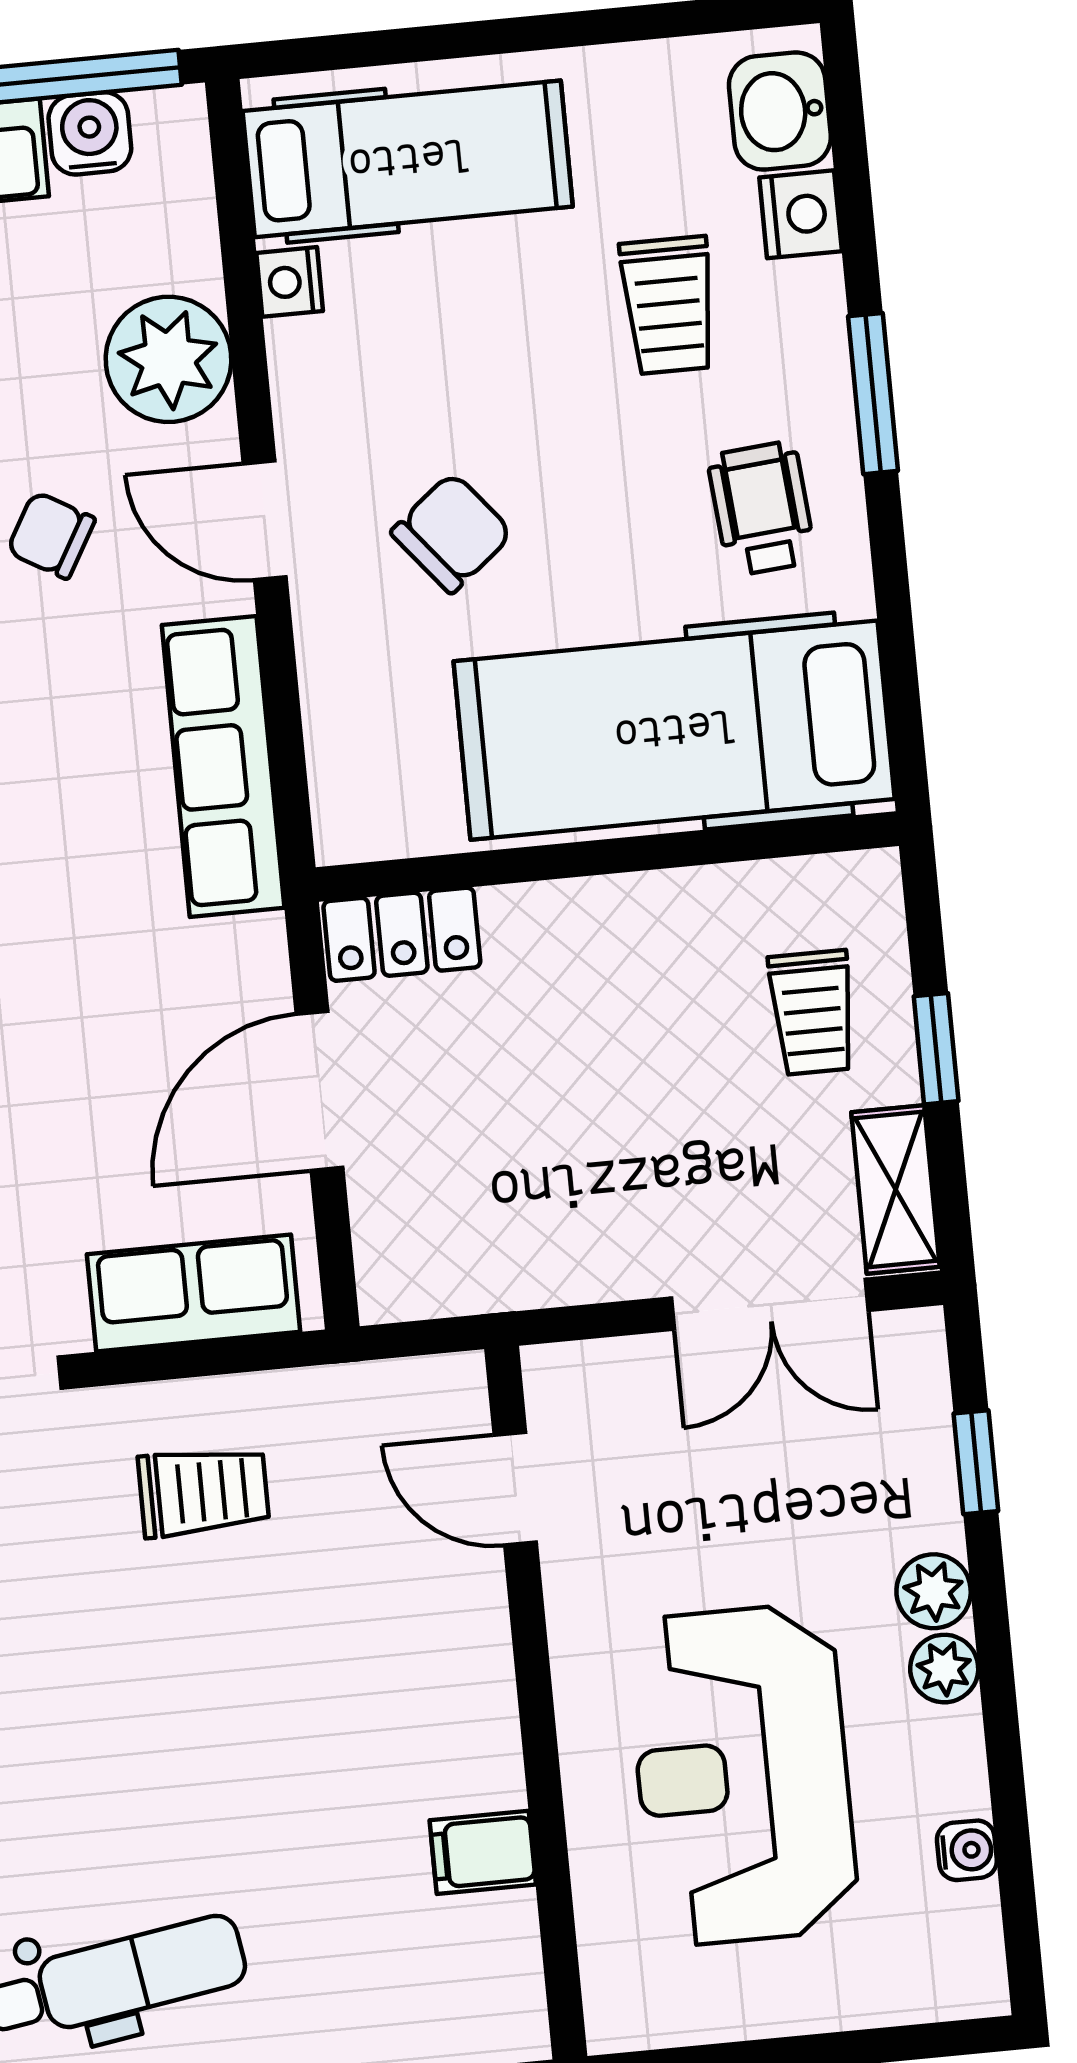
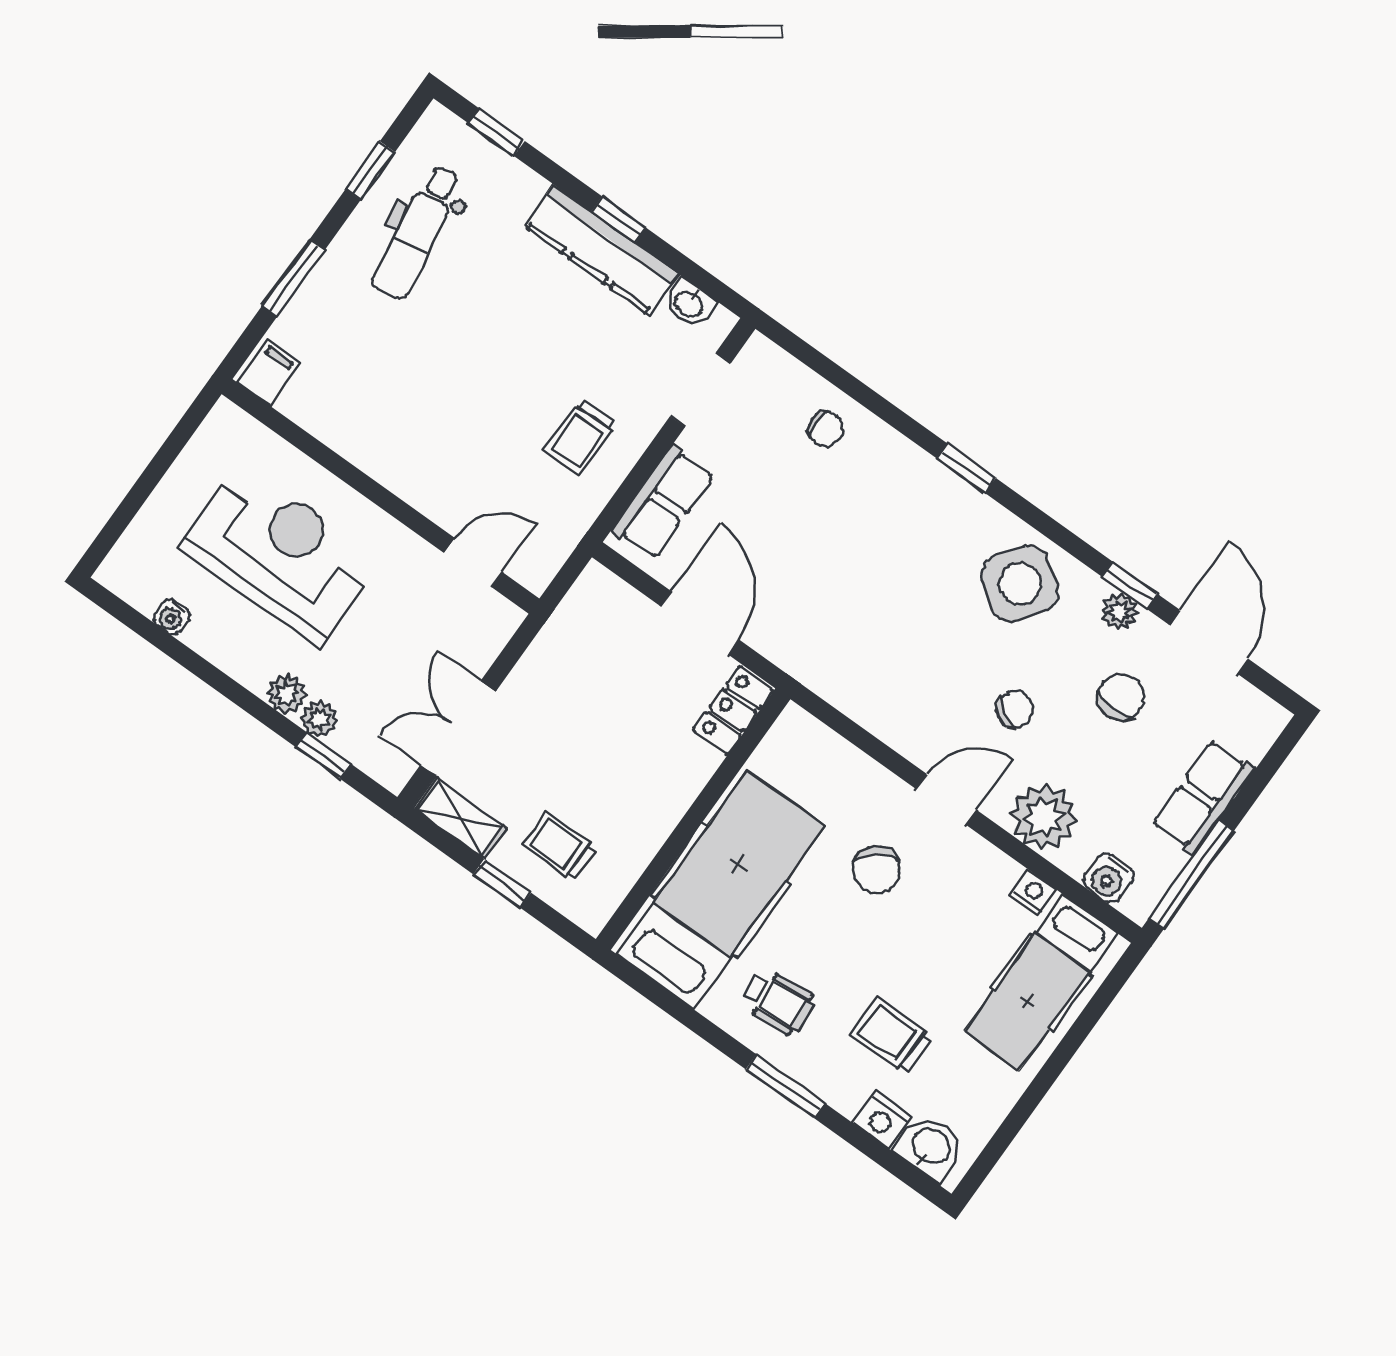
water cooler: (90, 133) -> (1108, 878), moved, turned 90
row of seats: (223, 766) -> (863, 697), removed
plant: (944, 1669) -> (319, 719), moved
filing cabinet: (483, 1852) -> (268, 372), moved

